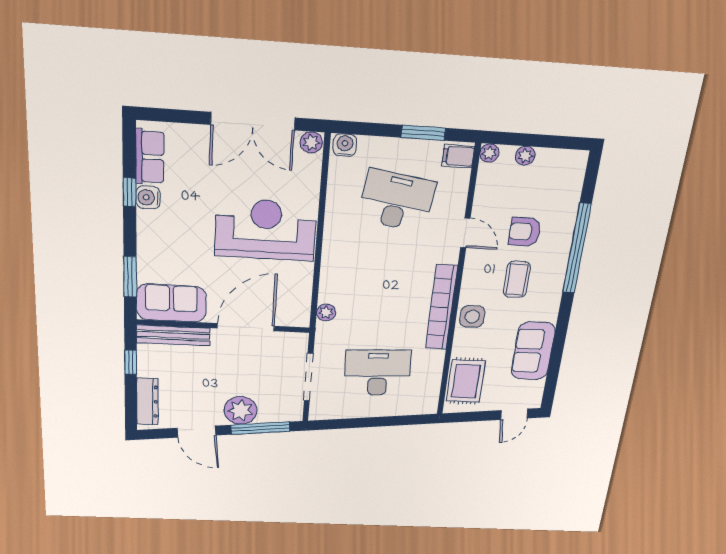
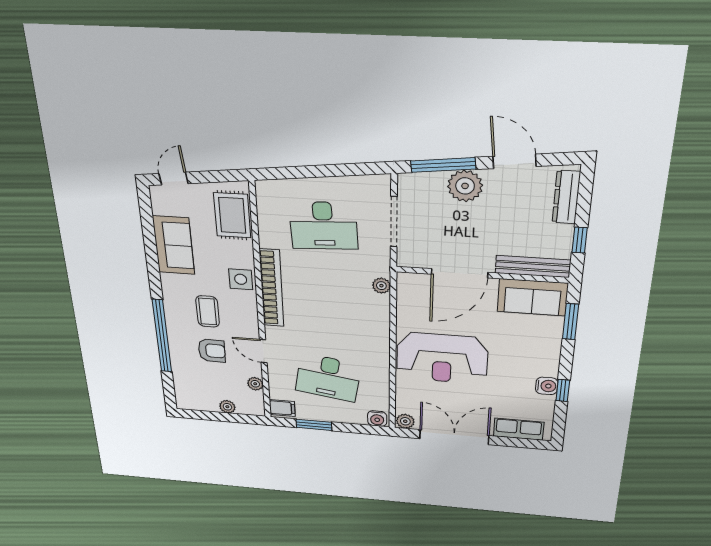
plant: (489, 153) -> (255, 384), moved
row of seats: (150, 157) -> (519, 429), moved, turned 90

